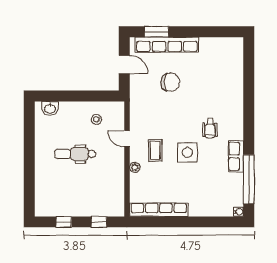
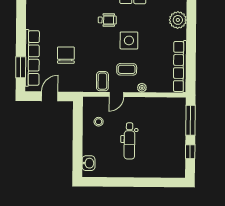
coffee table: (142, 123) -> (102, 81), added
plant: (211, 207) -> (178, 20), added
window: (99, 222) -> (190, 120), width x2.17

